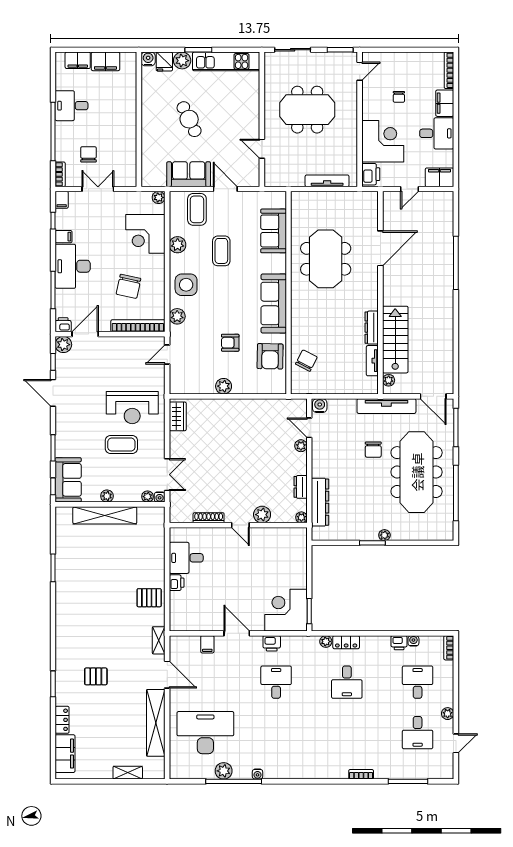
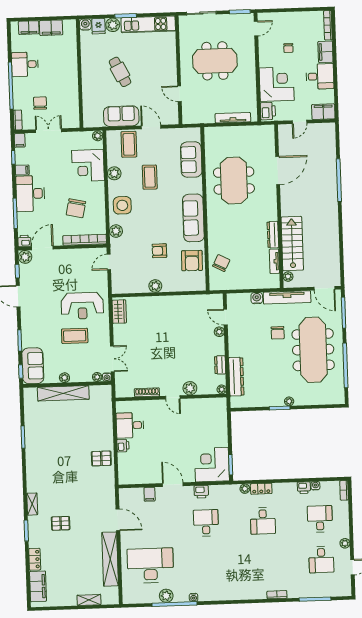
water cooler: (320, 406) -> (257, 298), moved
shelving: (159, 640) -> (32, 504), moved

